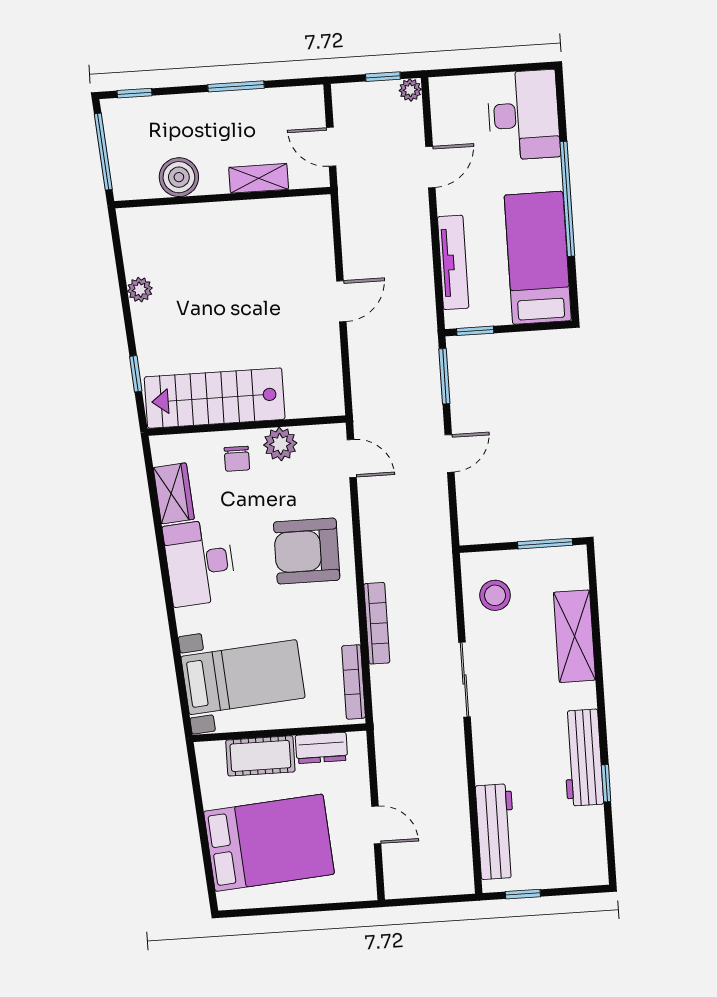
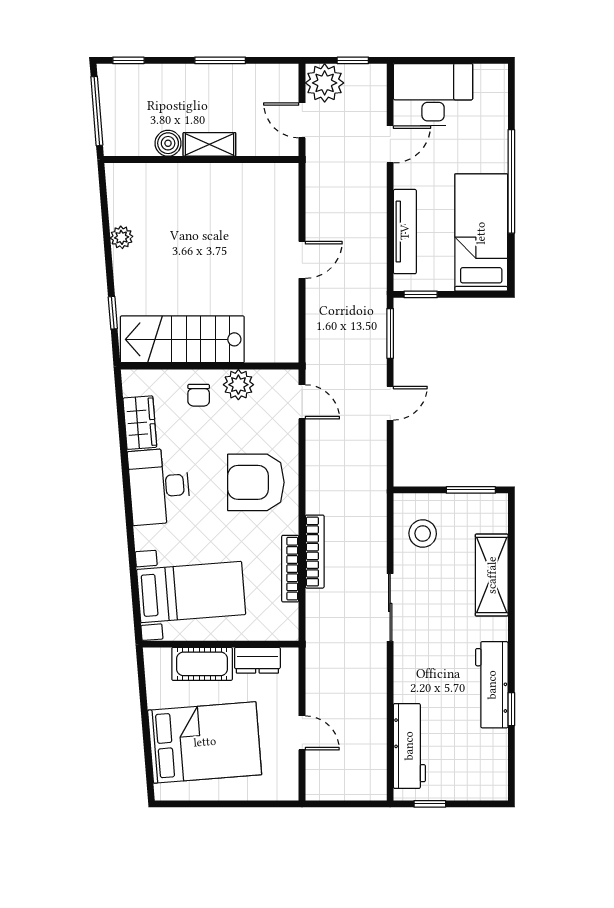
plant: (410, 90) -> (325, 83), moved, width x1.87, depth x1.87
desk: (523, 115) -> (433, 95), moved, turned -90
boiler: (179, 177) -> (168, 143), width x0.73, depth x0.73
shelving: (259, 178) -> (209, 144), moved
bookcase: (354, 682) -> (290, 569), moved

